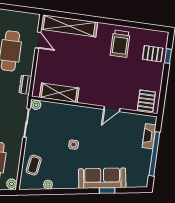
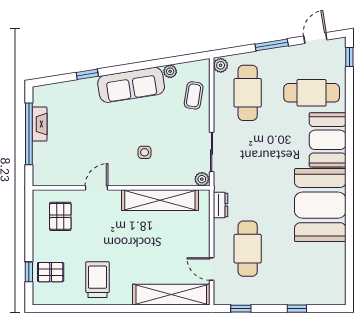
window: (21, 9) -> (241, 309), added
shelving: (59, 93) -> (160, 200), width x1.47
pallet: (146, 101) -> (60, 216), moved
fireplace: (149, 136) -> (40, 124), moved
side table: (74, 145) -> (145, 152), moved
sofa: (102, 178) -> (131, 85), moved

